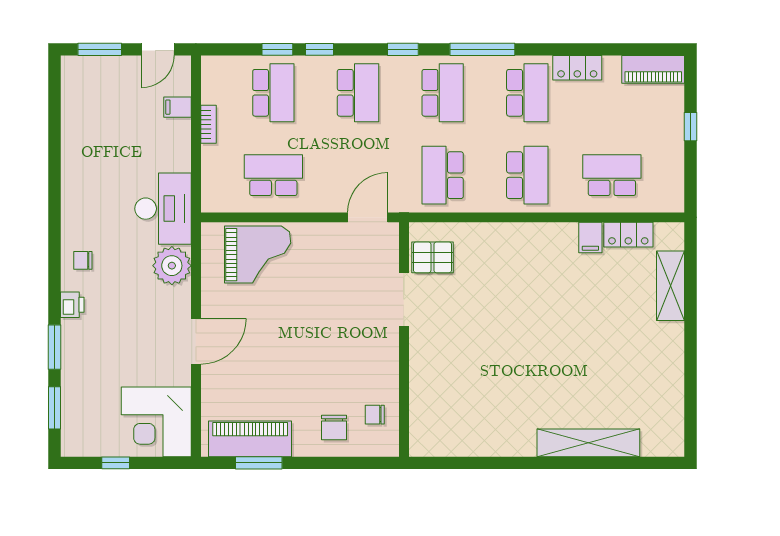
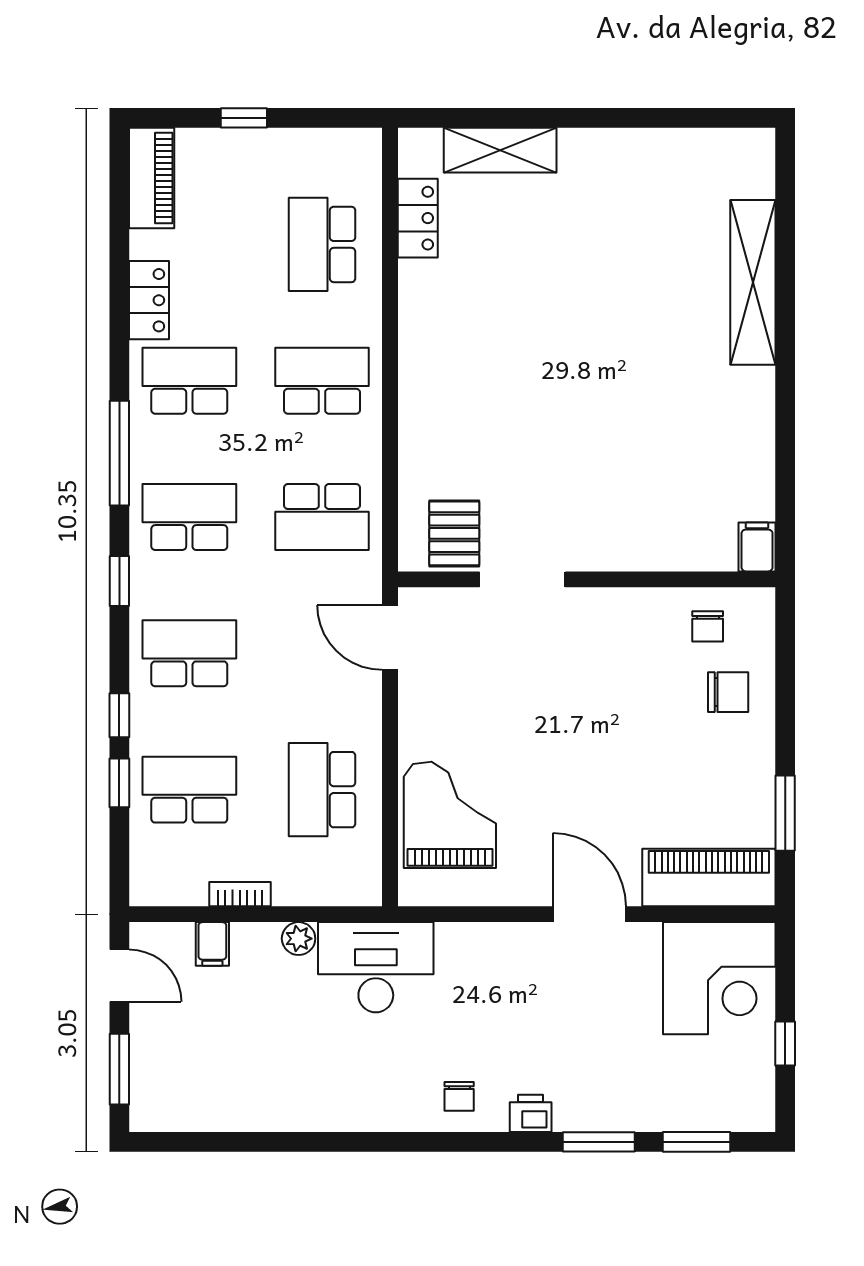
filing cabinet: (590, 238) -> (757, 547), moved, turned -90
plant: (172, 266) -> (299, 939), moved, width x0.53, depth x0.53
piano: (250, 439) -> (709, 877), moved, turned 90

